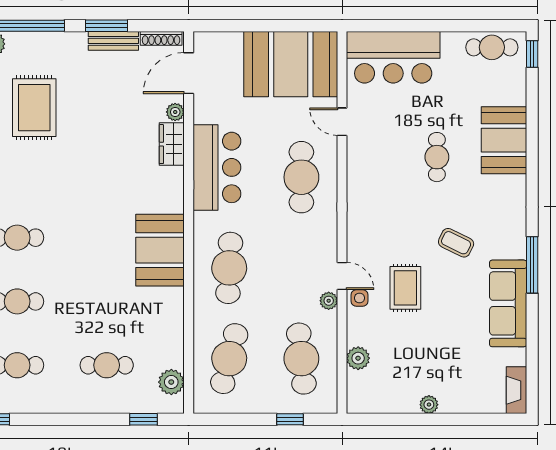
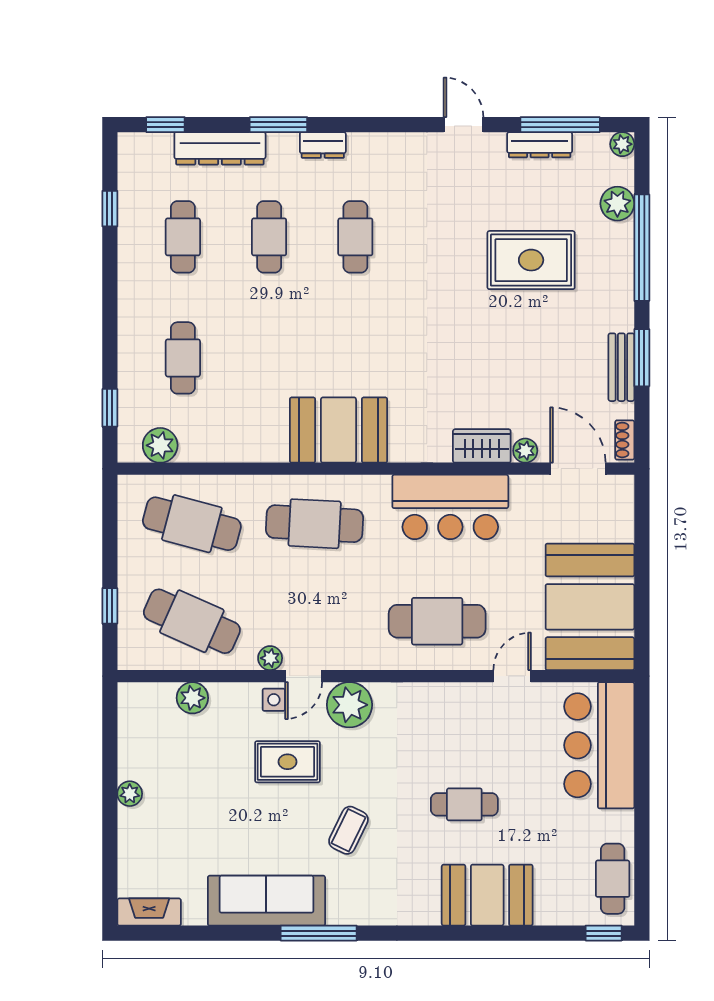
shoe rack: (161, 38) -> (625, 440), width x0.70
plant: (363, 242) -> (349, 705), added
cafe table: (301, 359) -> (192, 621), turned 30

